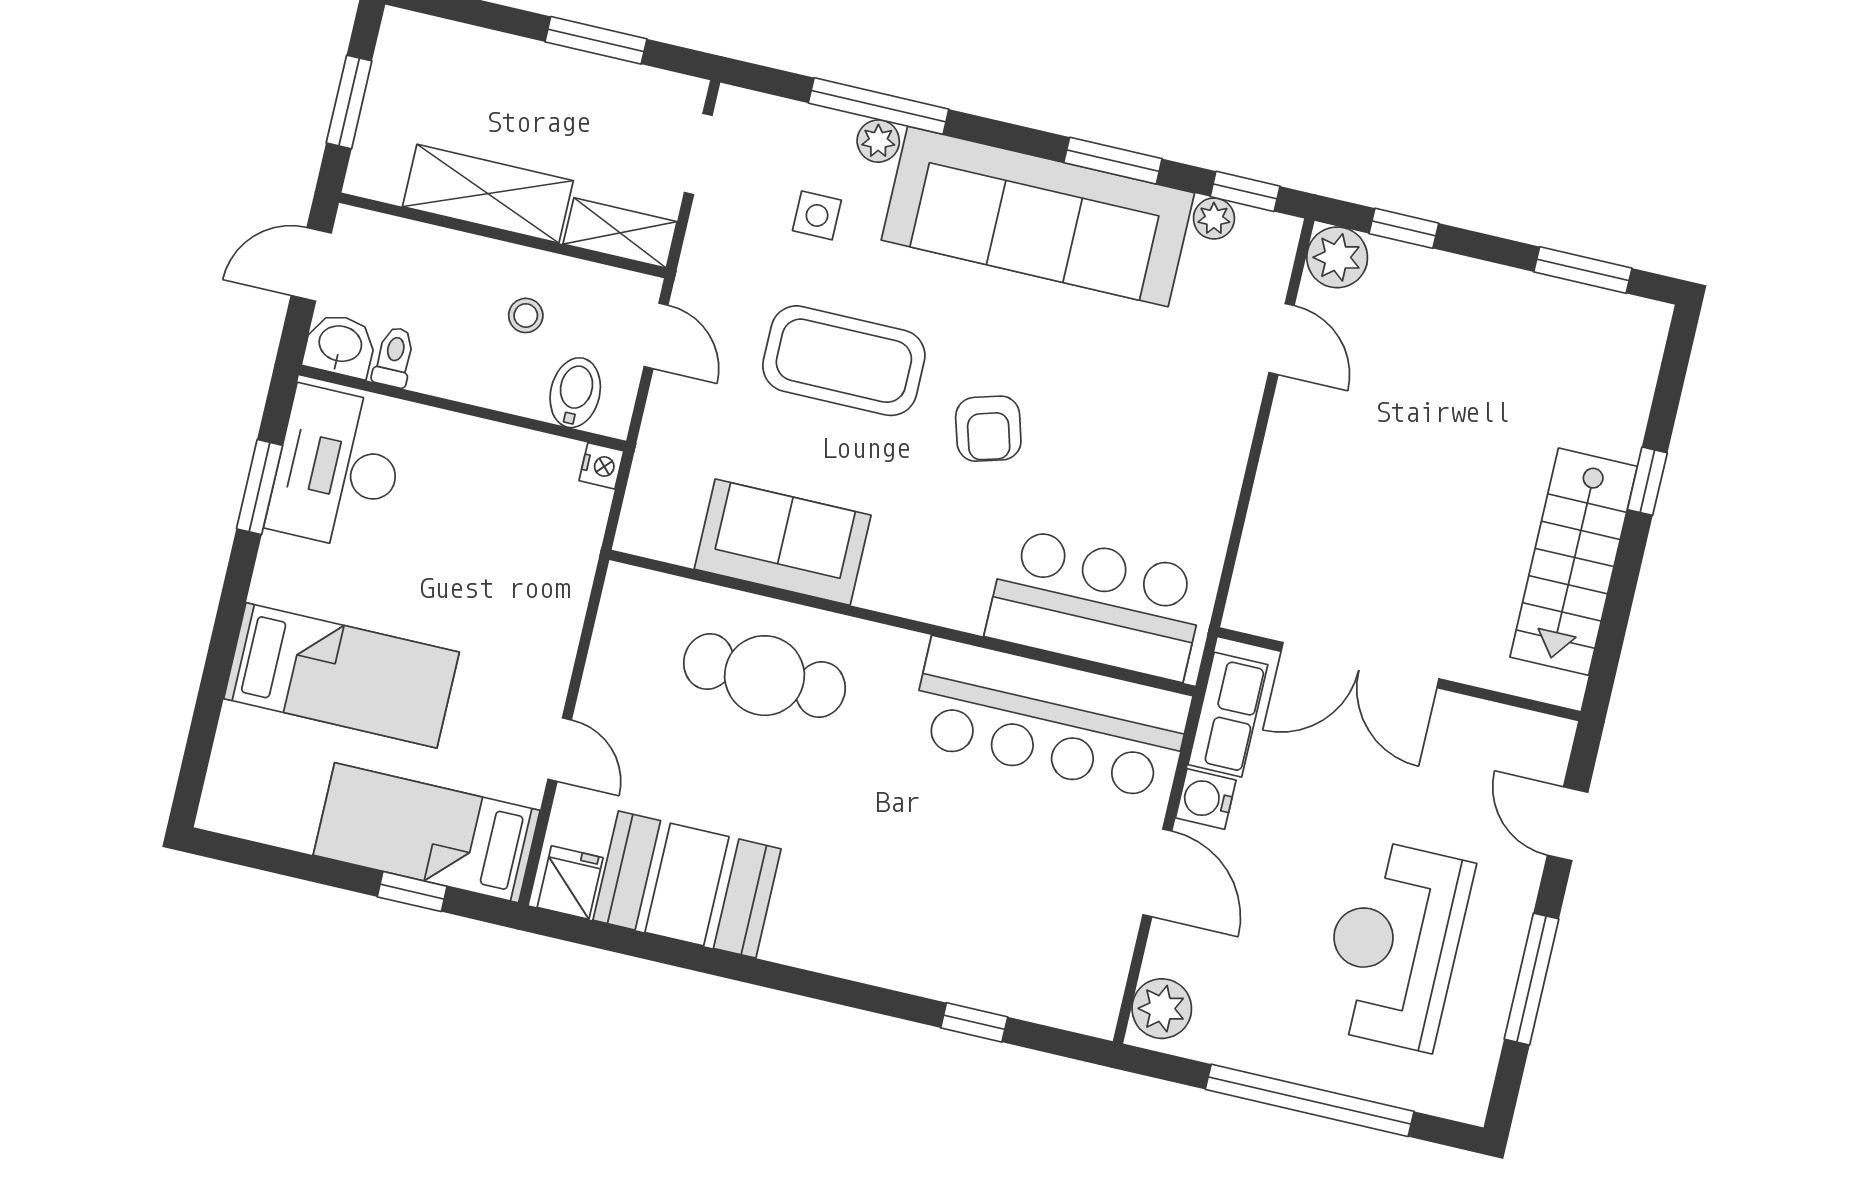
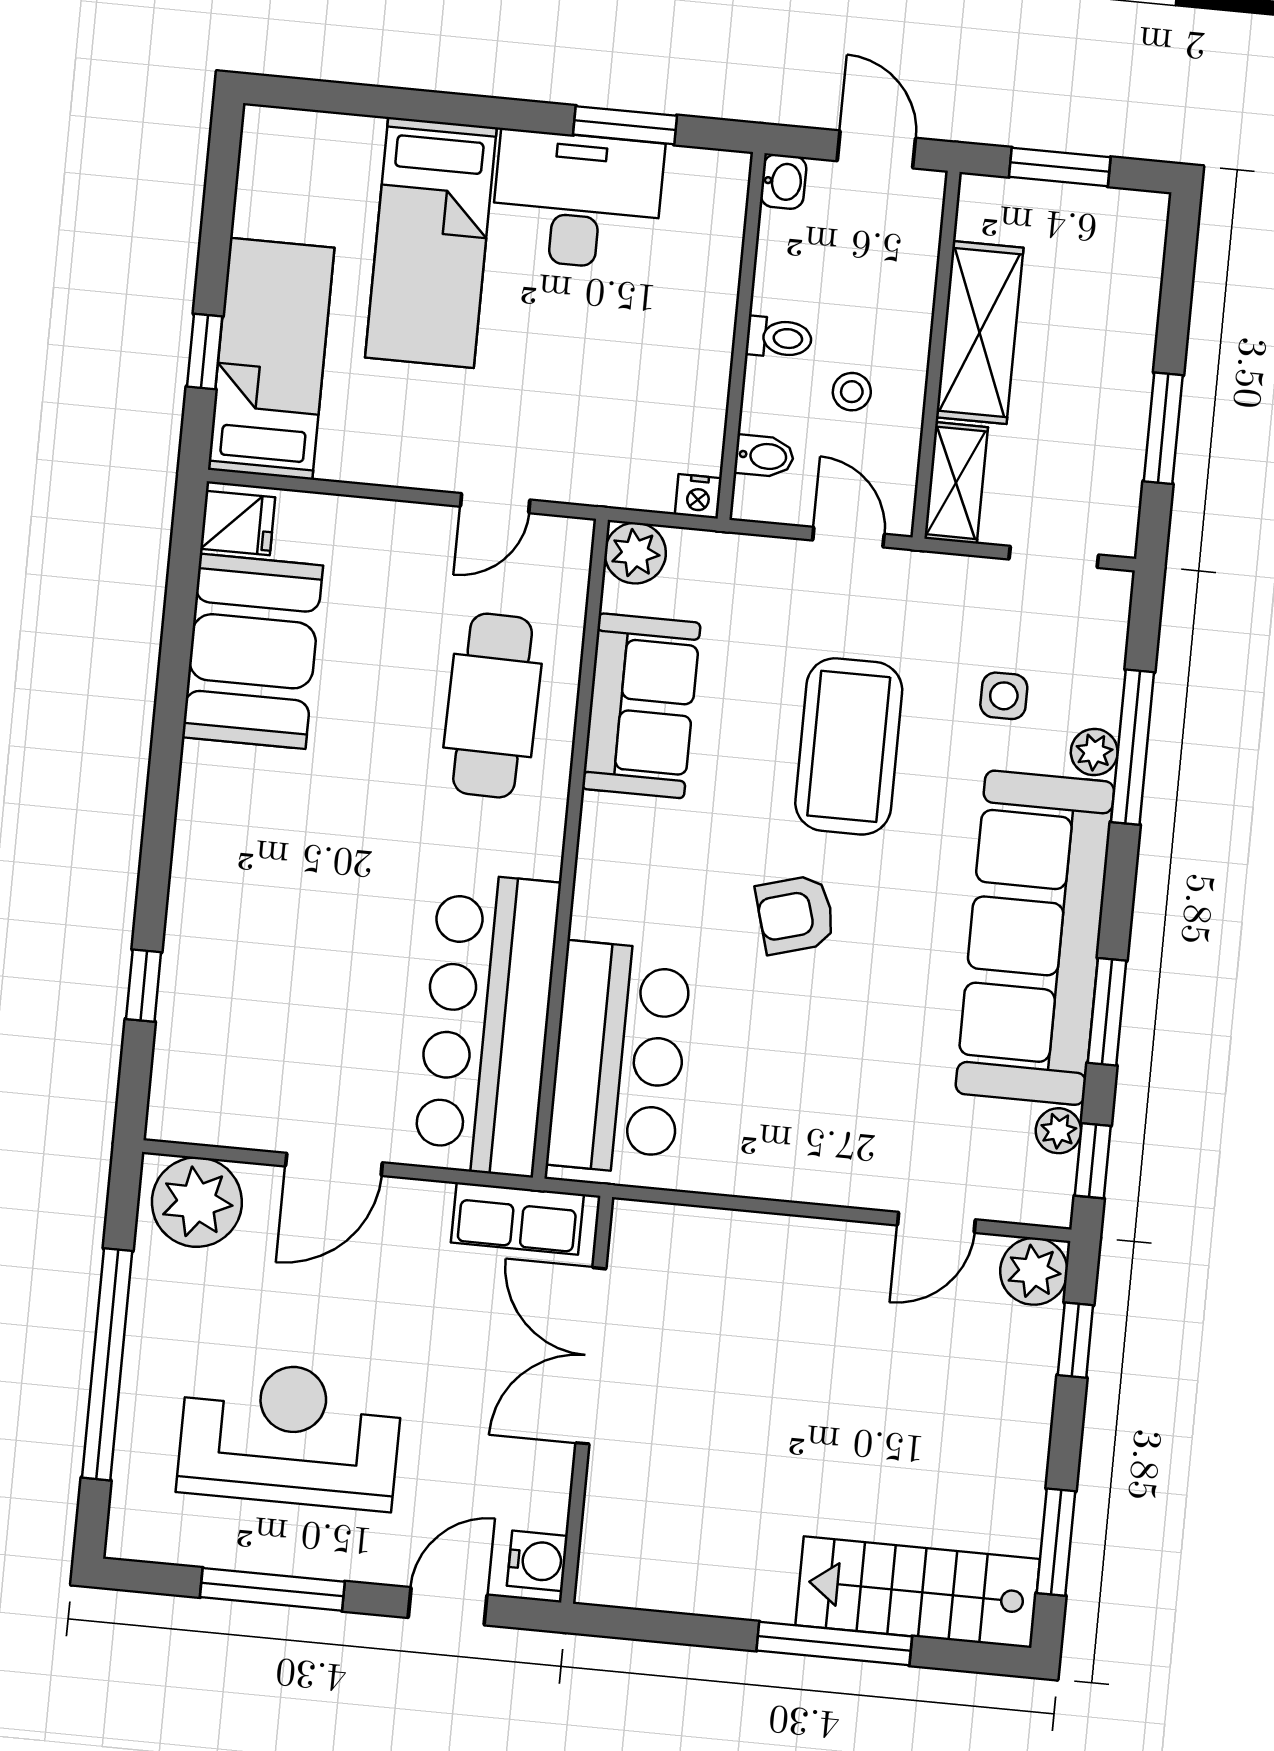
door: (656, 336) -> (848, 537), swing flipped
washbasin: (340, 345) -> (783, 182), width x0.72, depth x0.69
toilet: (394, 357) -> (779, 338), moved
bidet: (575, 393) -> (764, 456), width x0.72, depth x0.74
desk: (337, 468) -> (577, 200), moved
window: (1647, 481) -> (834, 1643), width x2.17
plant: (645, 529) -> (635, 553), added
stairs: (1574, 562) -> (918, 1592), moved
door: (560, 750) -> (495, 503), moved
water cooler: (1206, 799) -> (537, 1561), moved, turned 90
plant: (1162, 1009) -> (197, 1202), width x1.36, depth x1.36

